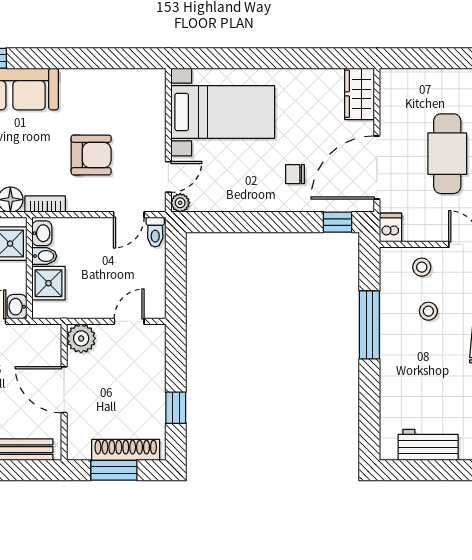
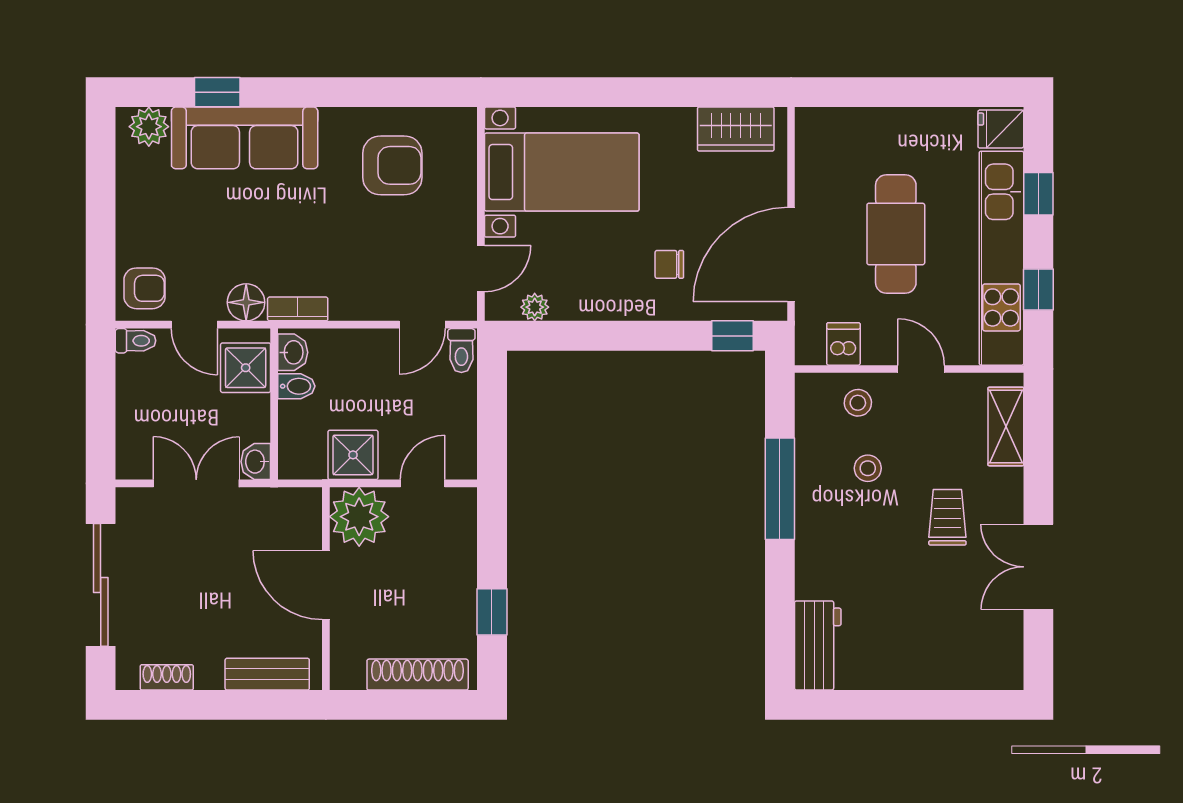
wardrobe: (359, 94) -> (736, 129), moved, turned -90
armchair: (91, 155) -> (392, 165), moved
plant: (180, 203) -> (535, 307), moved
dishwasher: (390, 228) -> (843, 344), moved
shower: (49, 283) -> (353, 455), moved
plant: (81, 338) -> (359, 517), width x1.36, depth x1.36
workbench: (428, 445) -> (818, 645), moved, turned 90
window: (114, 470) -> (400, 705), removed

